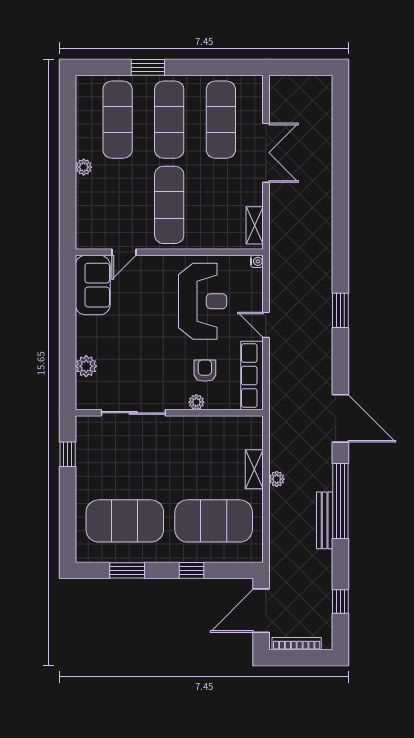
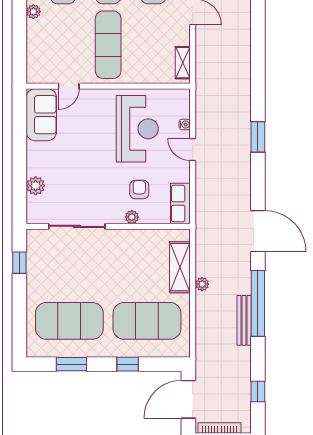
water cooler: (257, 261) -> (185, 125), moved
row of seats: (252, 376) -> (180, 204), width x0.68
shelving: (254, 469) -> (180, 267), width x1.50, depth x1.33

